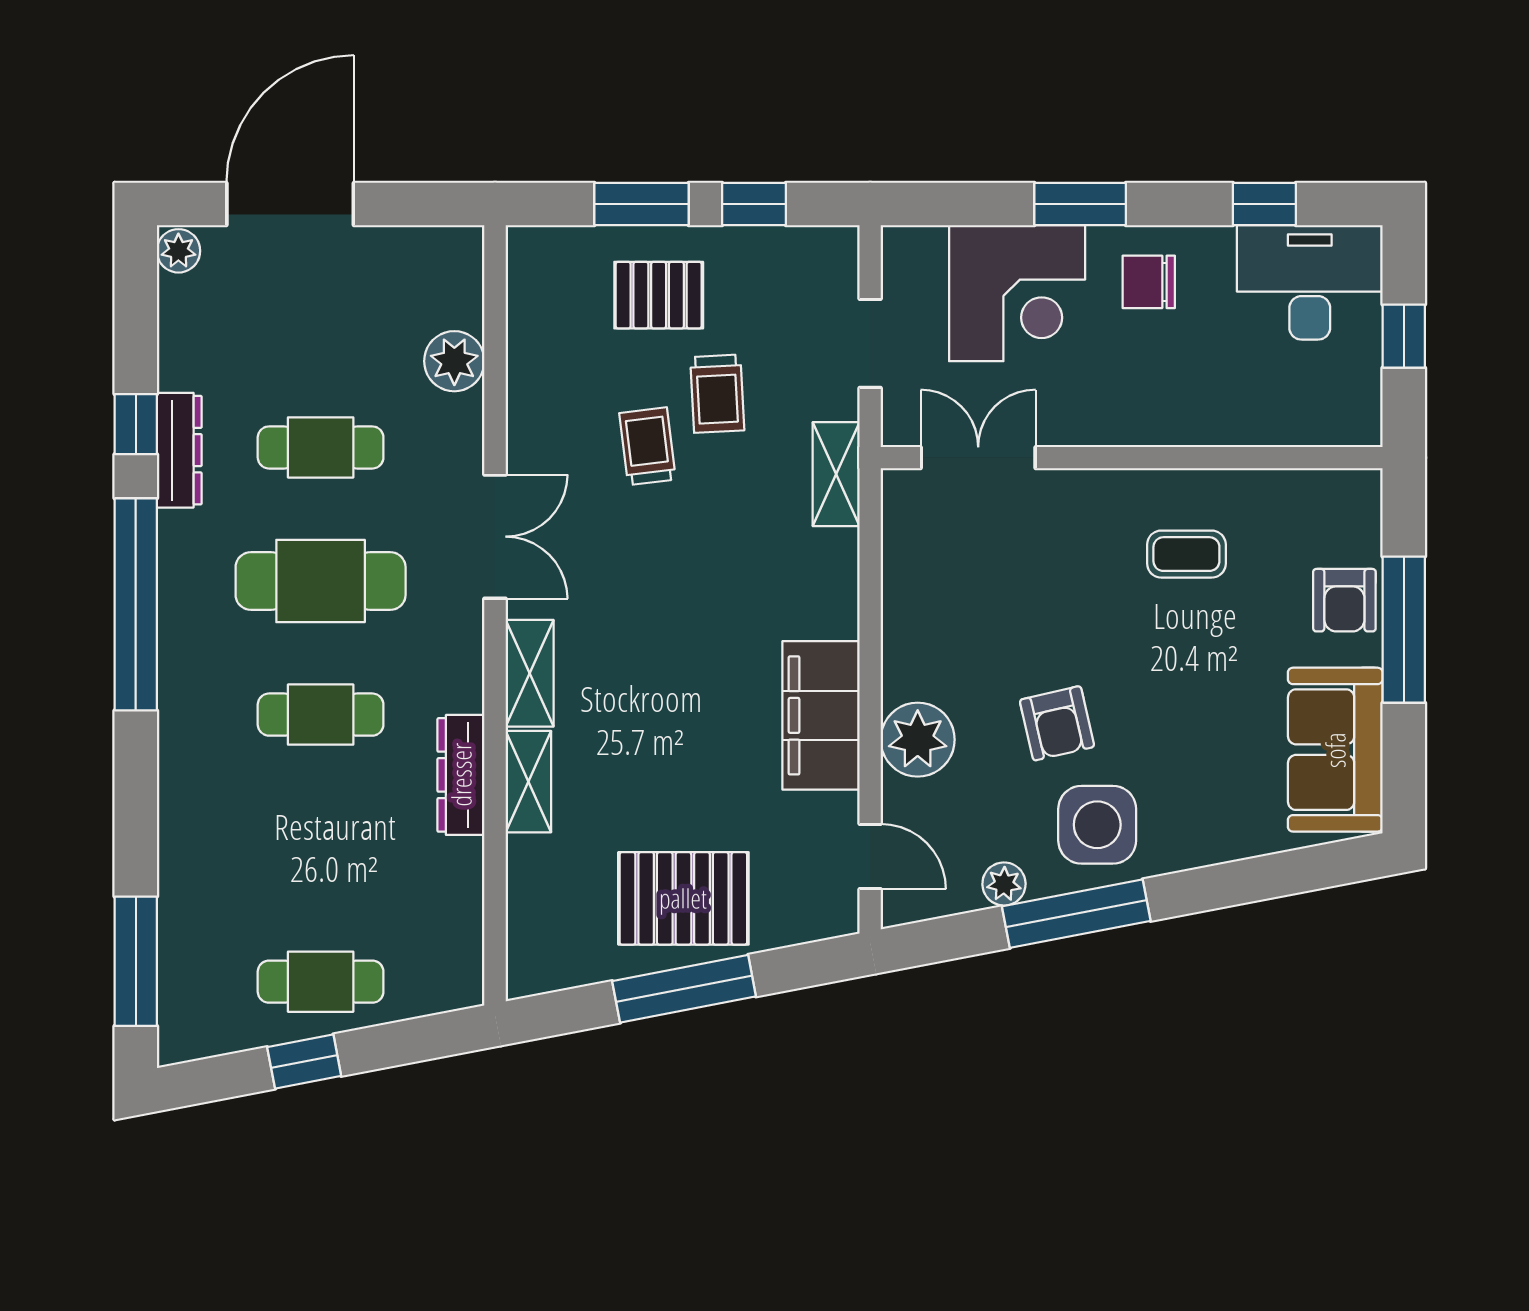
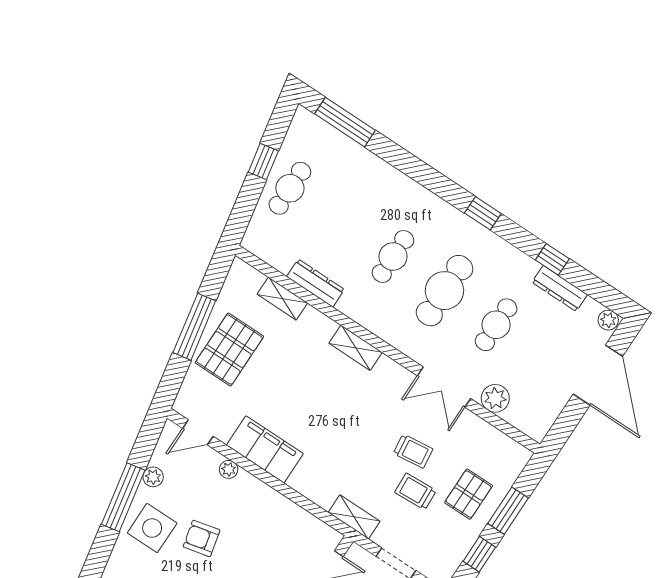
dresser: (179, 450) -> (560, 288), moved
double door: (495, 537) -> (444, 387), moved
window: (136, 604) -> (483, 213), width x0.32
plant: (918, 740) -> (229, 469), width x0.53, depth x0.53
dresser: (461, 775) -> (316, 283), moved
shelving: (528, 782) -> (282, 299), moved

